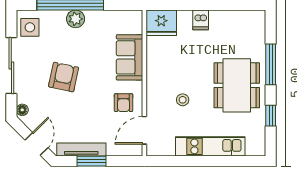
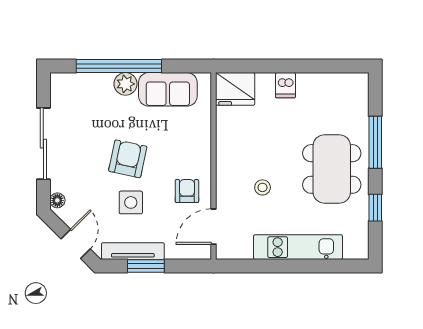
side table: (30, 27) -> (131, 202), moved
sofa: (129, 57) -> (168, 89), moved, turned -90
armchair: (64, 77) -> (128, 159), moved
armchair: (124, 103) -> (187, 191), turned 180

